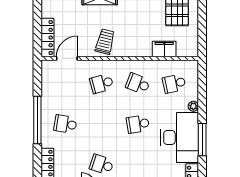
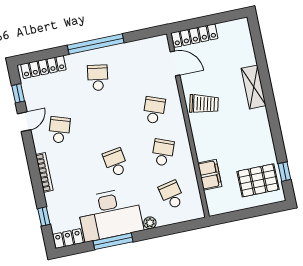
school desk: (102, 84) -> (154, 110), turned 36

